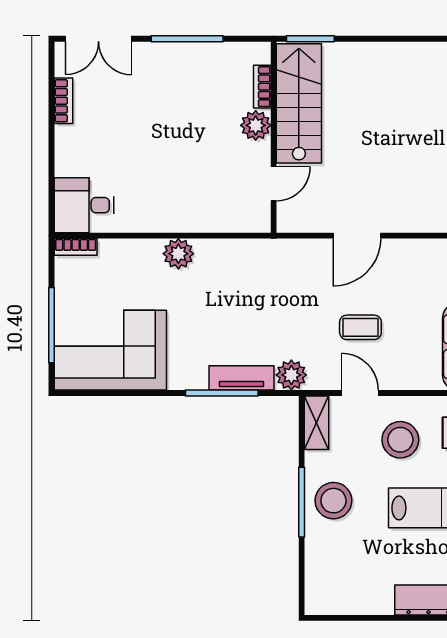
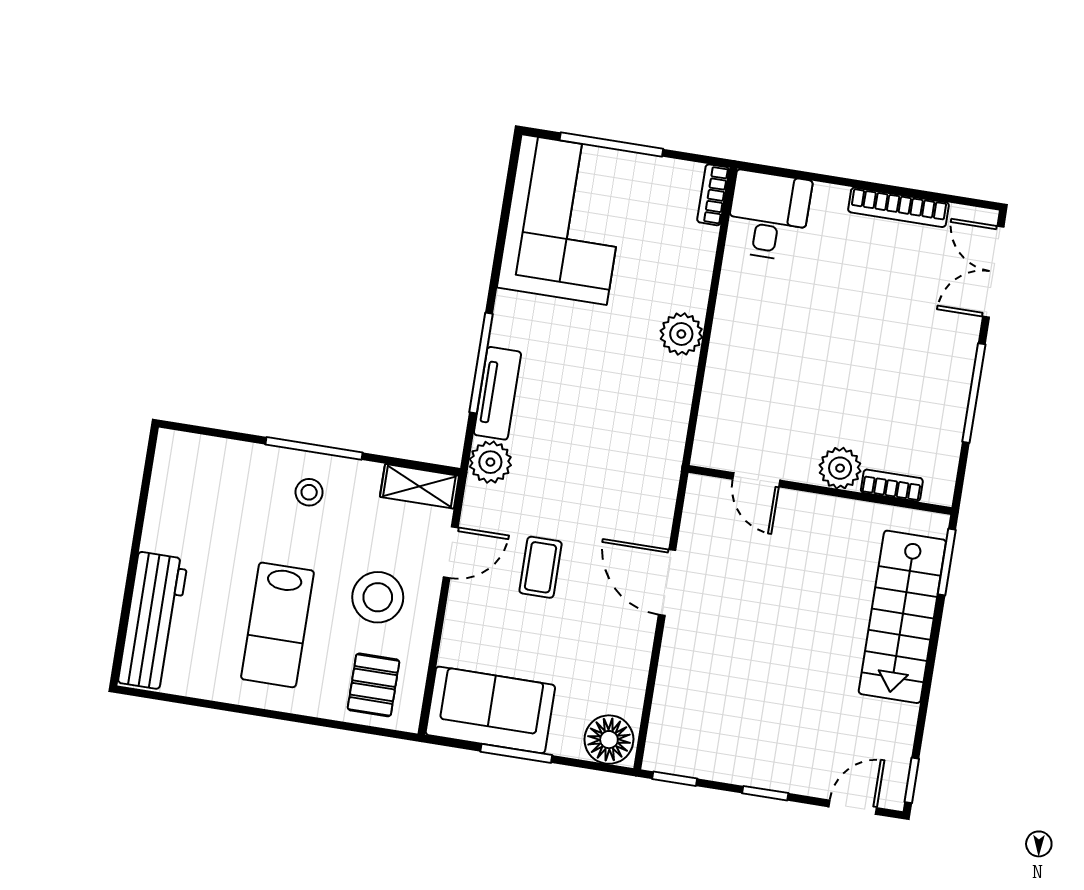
bookcase: (63, 101) -> (898, 207), width x1.56
stairs: (299, 103) -> (902, 617), moved, turned 90
stool: (333, 501) -> (309, 492), width x0.53, depth x0.53

